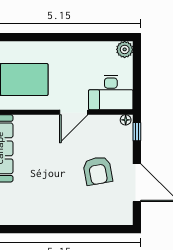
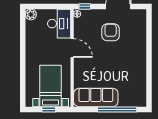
armchair: (98, 171) -> (111, 32), turned -80

